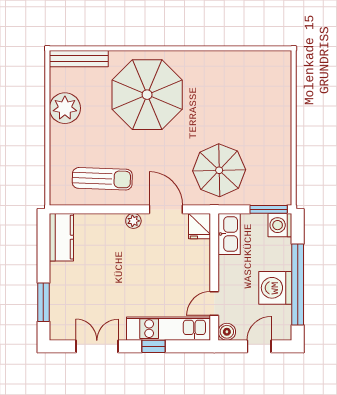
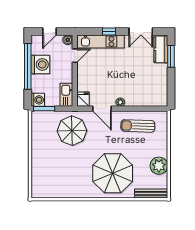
kitchen counter: (61, 237) -> (161, 49), moved

